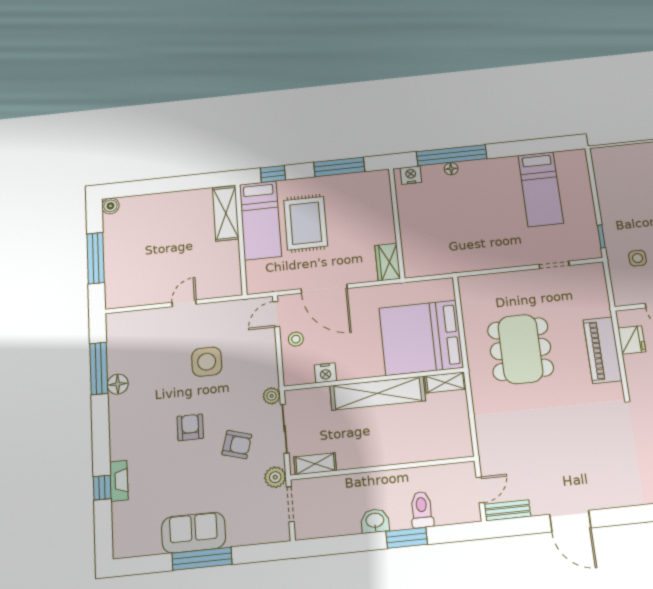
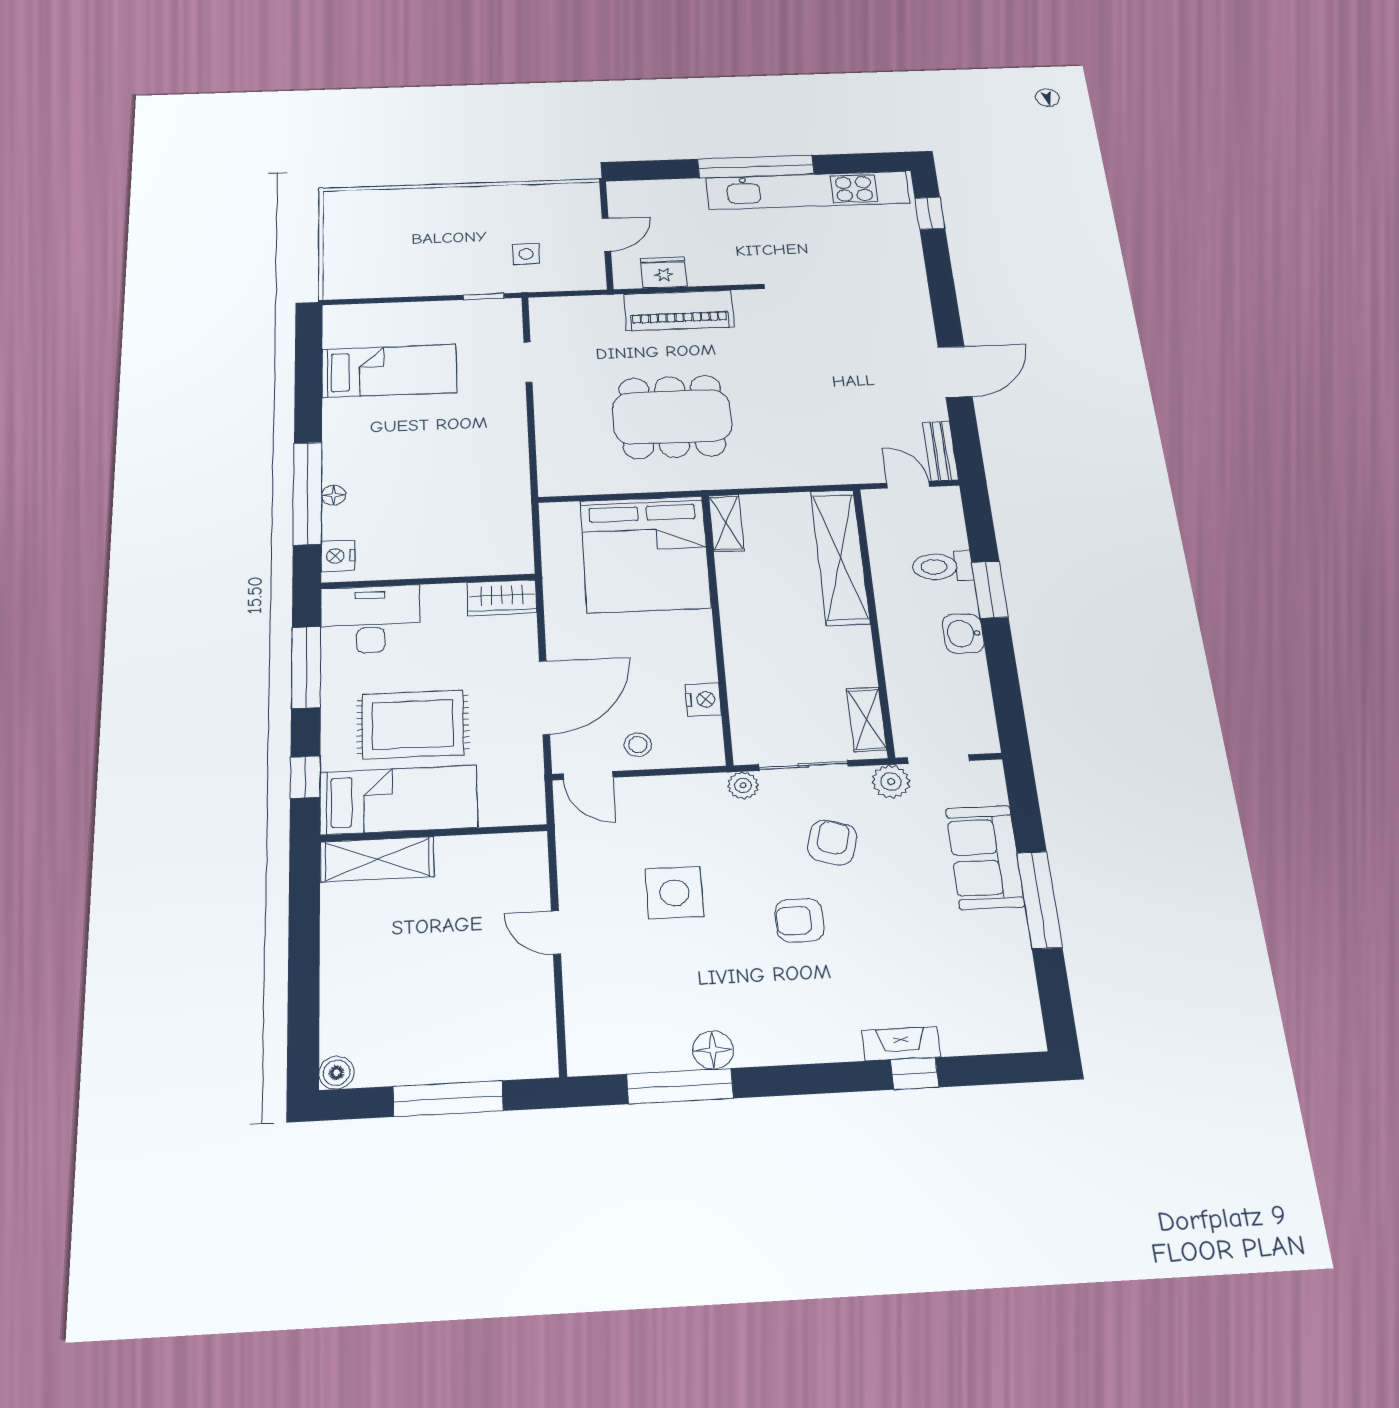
desk: (370, 196) -> (371, 619), added
shelving: (378, 393) -> (840, 557), moved
sofa: (194, 533) -> (985, 857), moved

